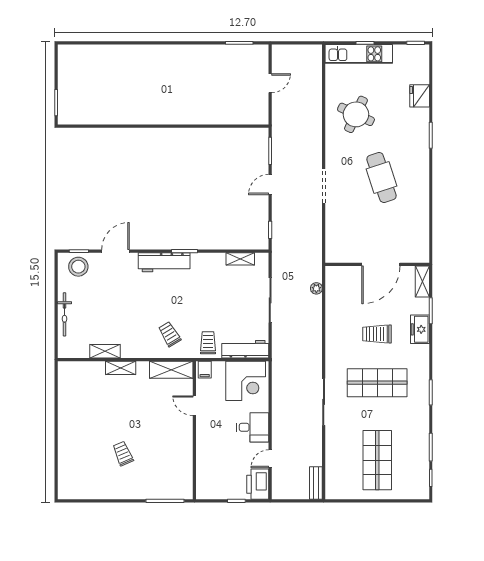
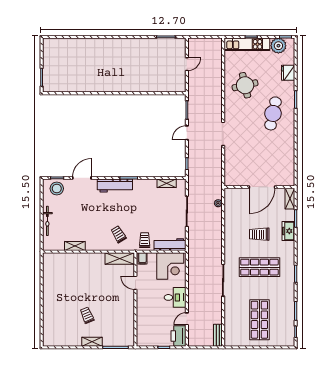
plant: (405, 56) -> (278, 46), added
round table: (356, 114) -> (245, 85), turned -38
cafe table: (382, 178) -> (273, 113), moved, turned 30
shelving: (121, 368) -> (92, 342), moved

